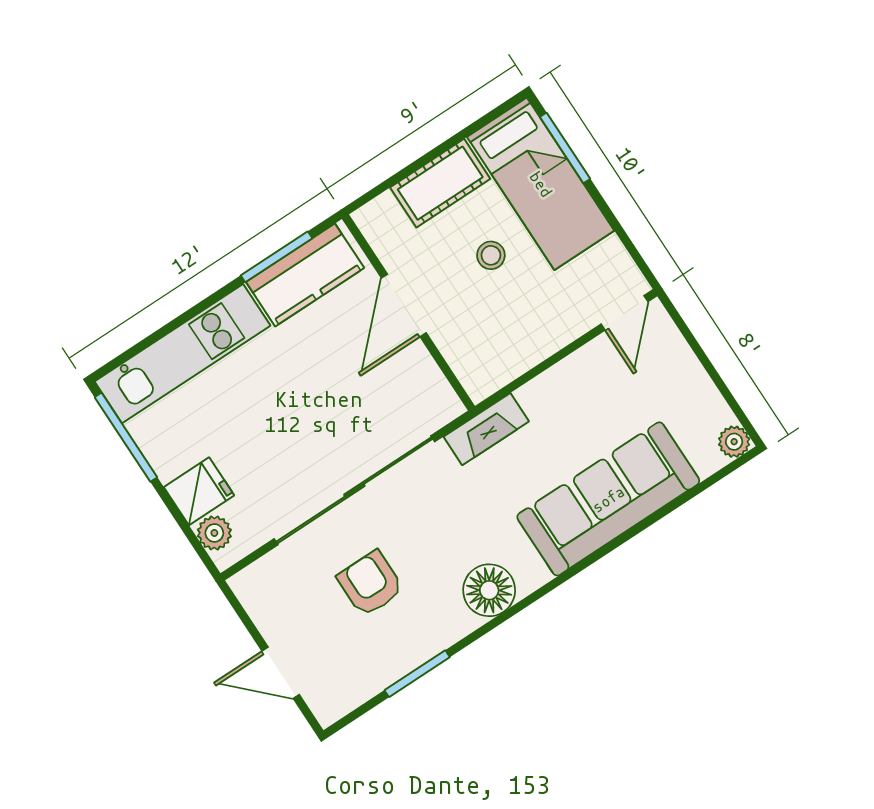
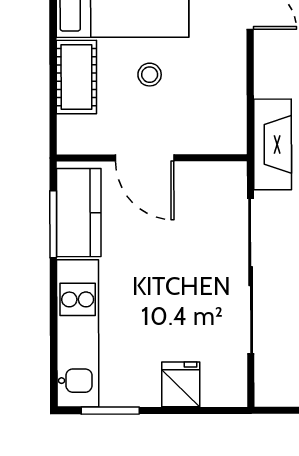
fireplace: (486, 429) -> (273, 144), width x1.37, depth x1.32
window: (126, 437) -> (110, 411), width x0.69
plant: (214, 533) -> (217, 393), removed

